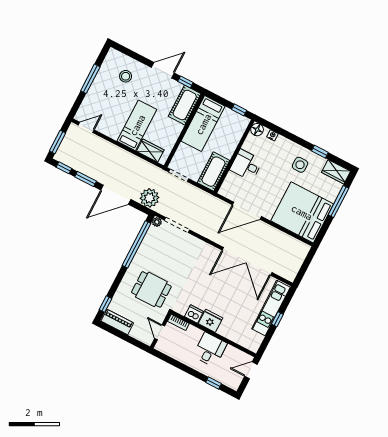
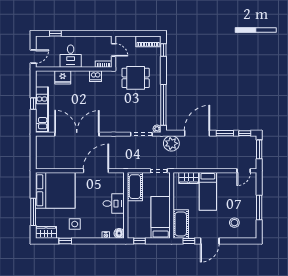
fridge: (210, 321) -> (63, 77), moved

